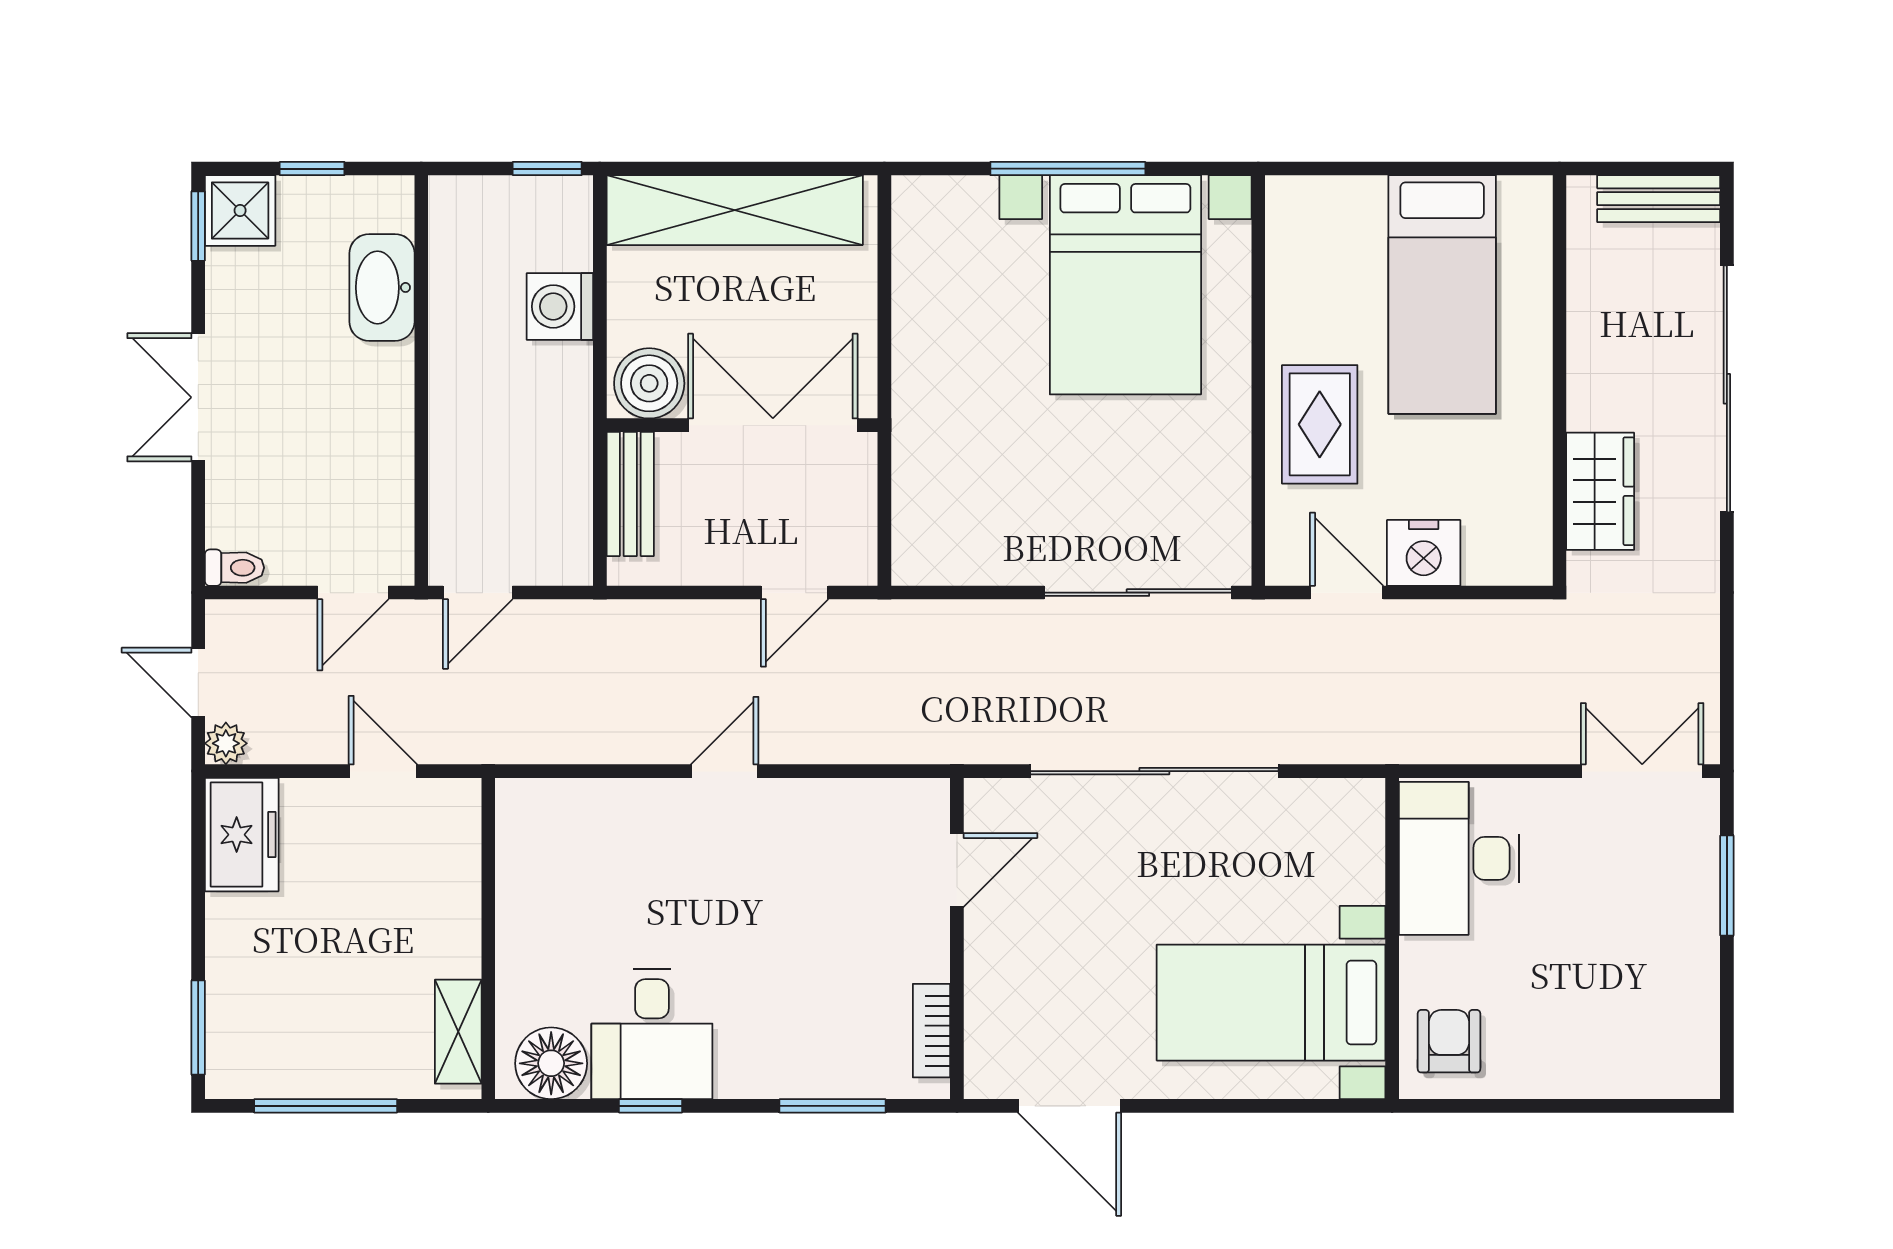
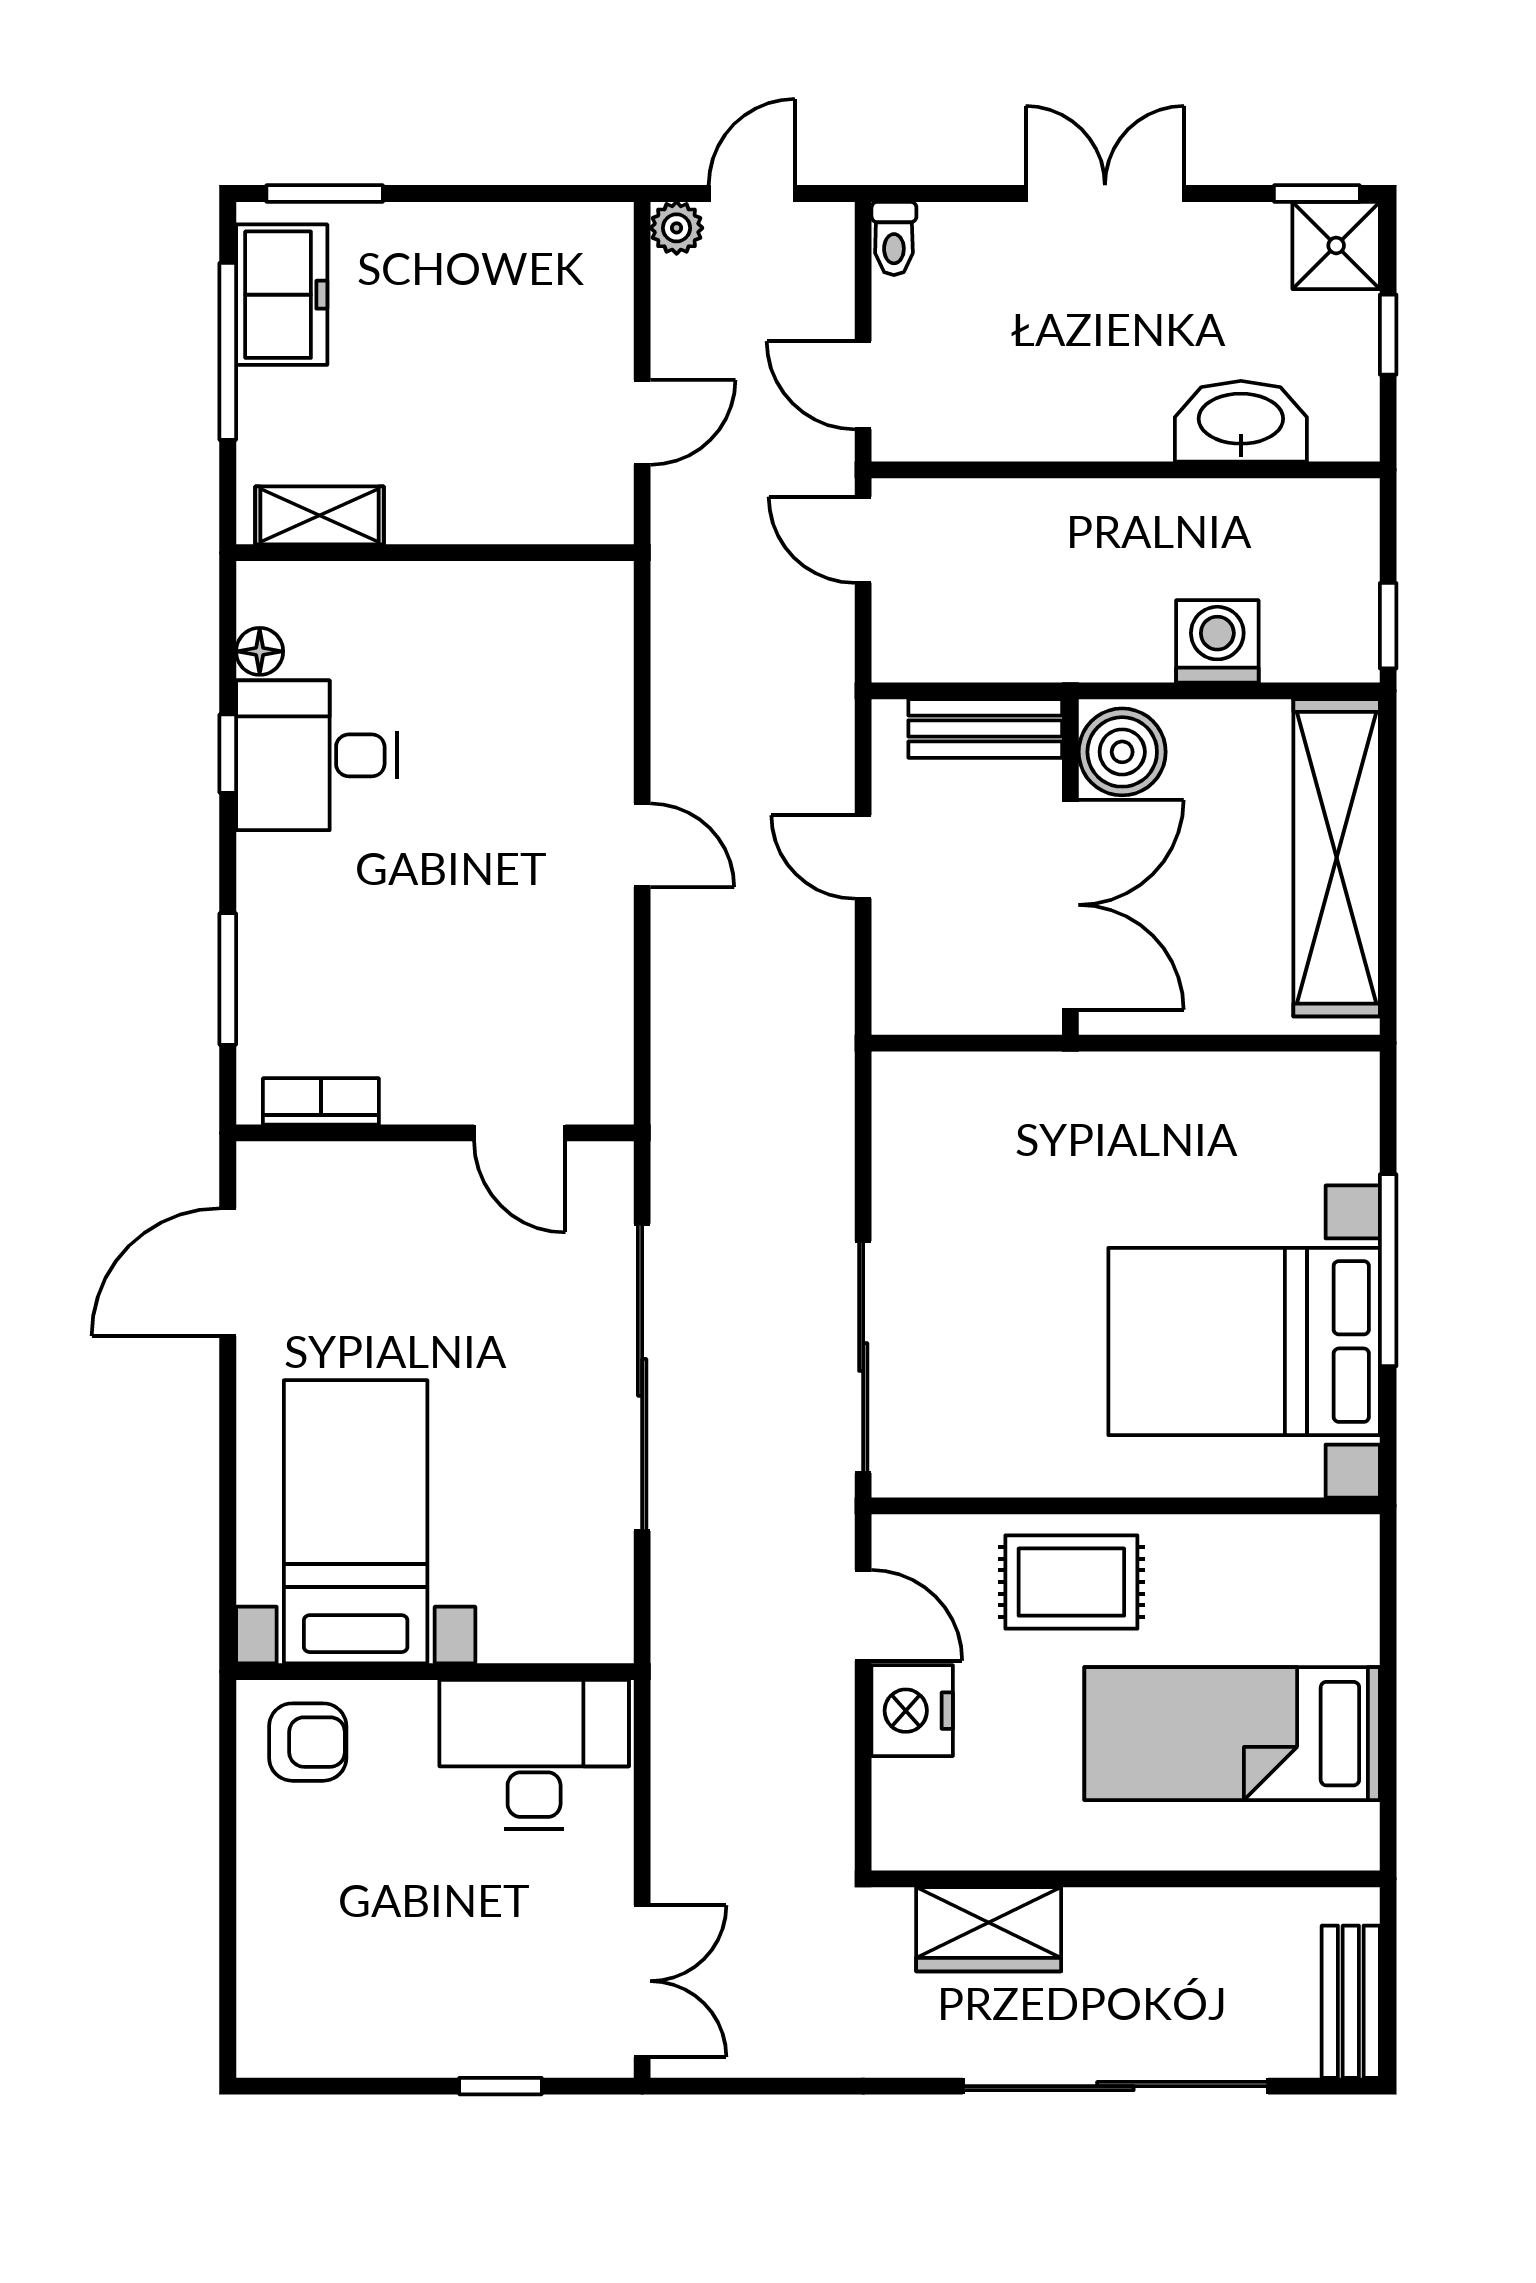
door: (795, 593) -> (863, 857), moved
door: (1347, 593) -> (863, 1615), hinge flipped
freezer: (242, 835) -> (282, 295), moved, turned -90
window: (1727, 886) -> (500, 2086), width x0.67
floor lamp: (551, 1063) -> (260, 651), width x0.53, depth x0.53

